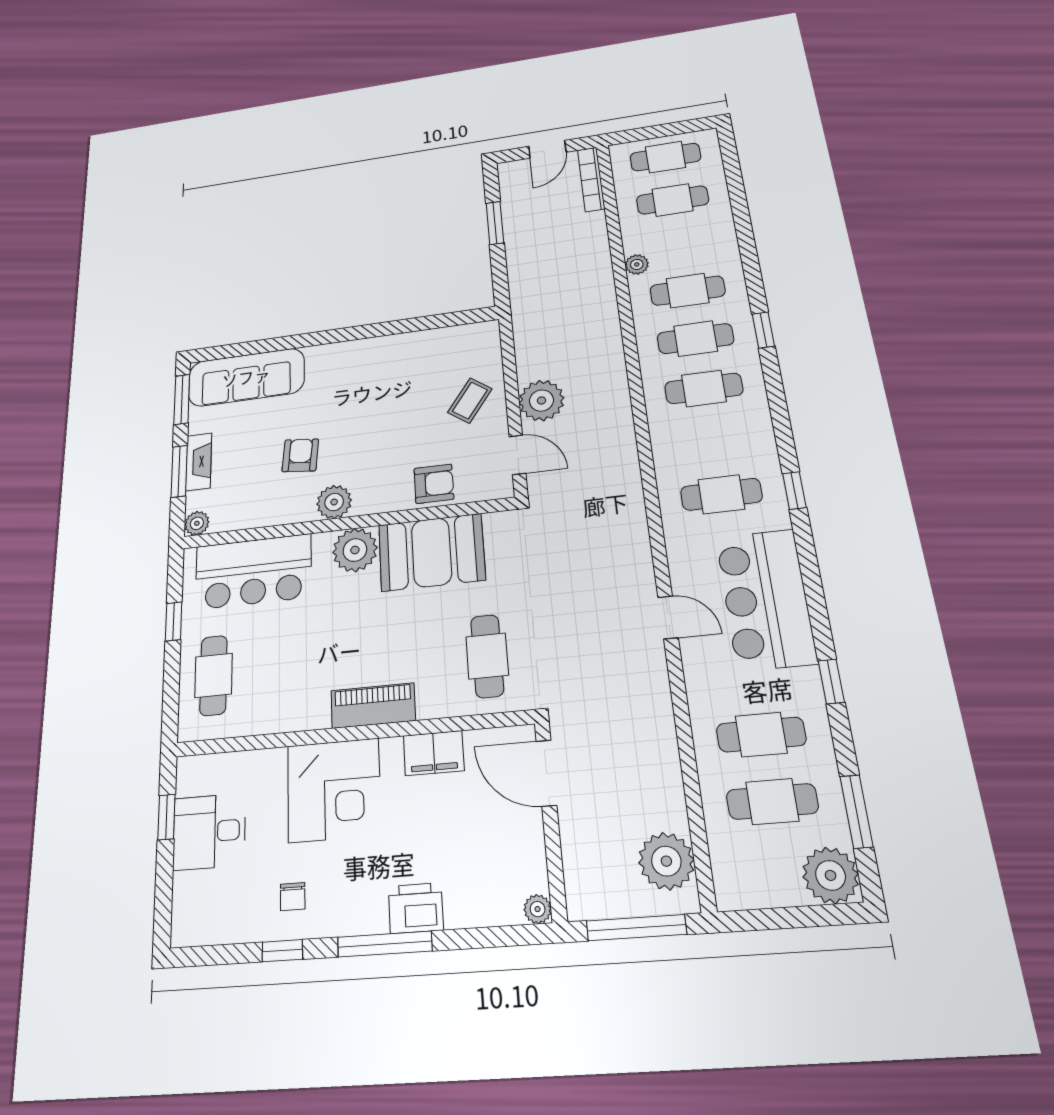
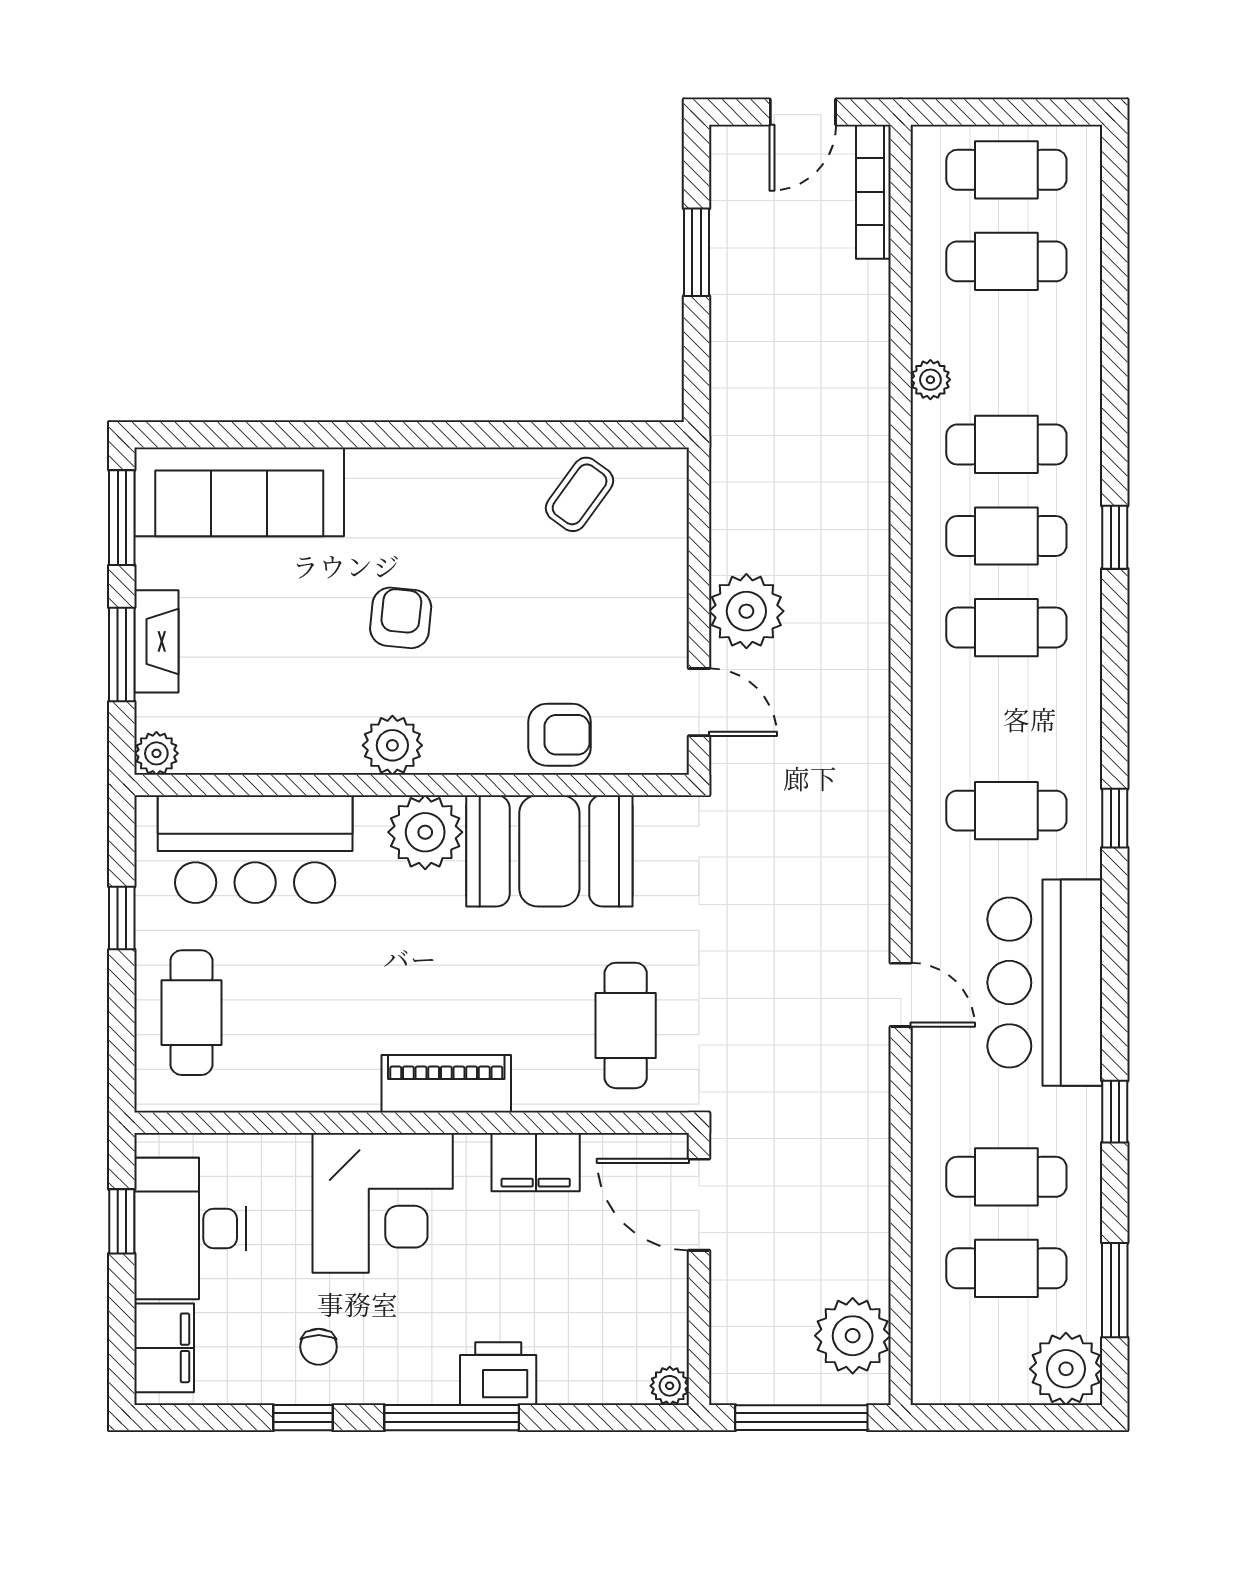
coffee table: (470, 401) -> (580, 494), moved
armchair: (300, 455) -> (401, 618), moved
desk: (209, 832) -> (190, 1228), width x1.37
filing cabinet: (191, 905) -> (164, 1348), added

